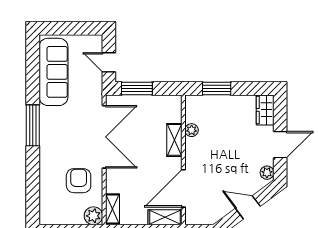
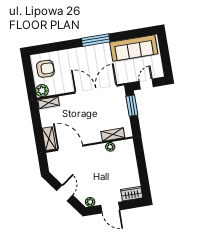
window: (217, 89) -> (141, 159), removed
double door: (104, 137) -> (96, 89), swing flipped
shelving: (174, 140) -> (113, 134), moved
armchair: (79, 181) -> (45, 69), moved

